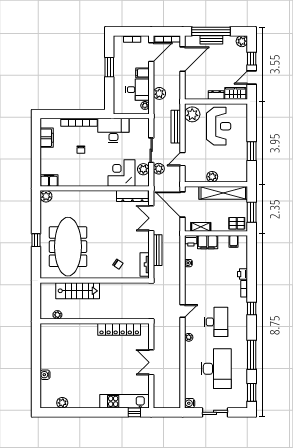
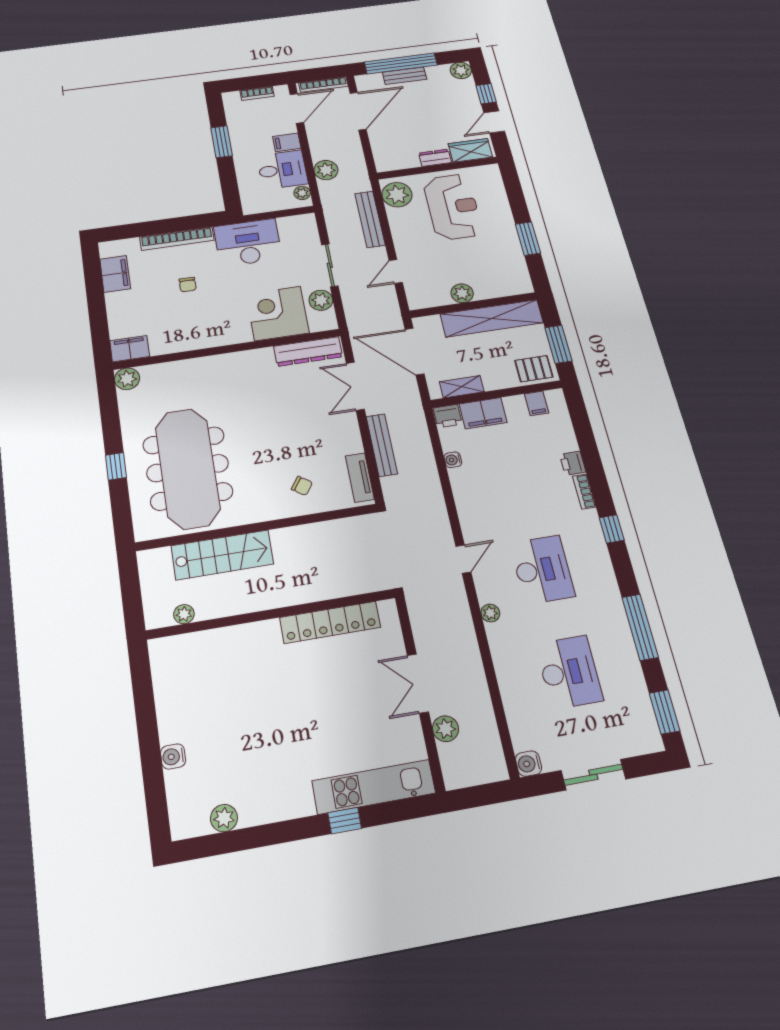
plant: (159, 169) -> (446, 729), moved
desk: (216, 369) -> (569, 672), width x0.73, depth x0.77
window: (134, 412) -> (345, 821), moved

